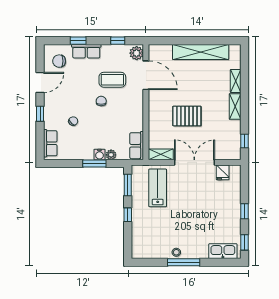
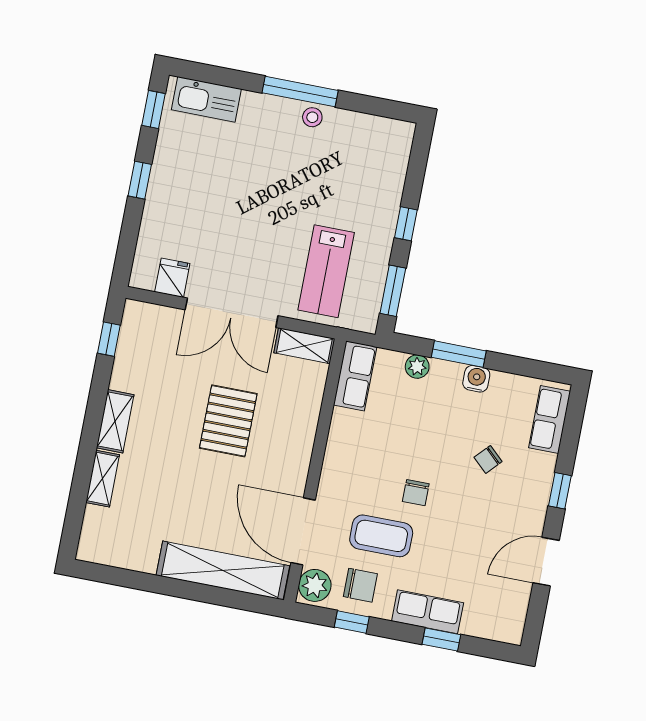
shelving: (201, 52) -> (223, 570), moved
chair: (59, 61) -> (360, 585), moved
pallet: (187, 116) -> (228, 421), turned 90
water cooler: (99, 155) -> (476, 379), moved

